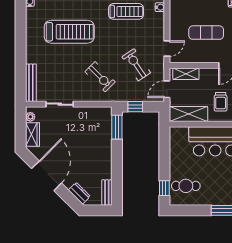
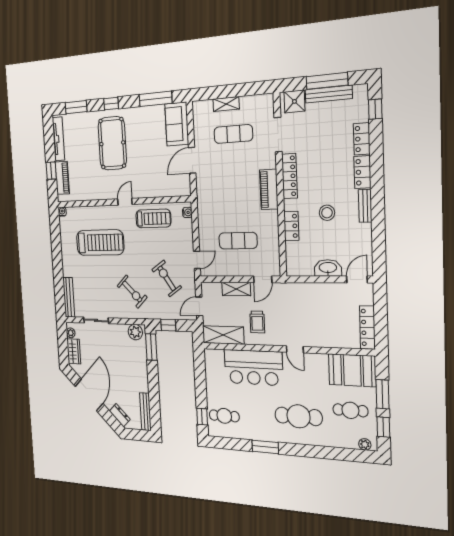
shelving: (186, 74) -> (236, 289), moved
plant: (101, 114) -> (135, 332), added
bench: (107, 193) -> (145, 412), width x1.36

